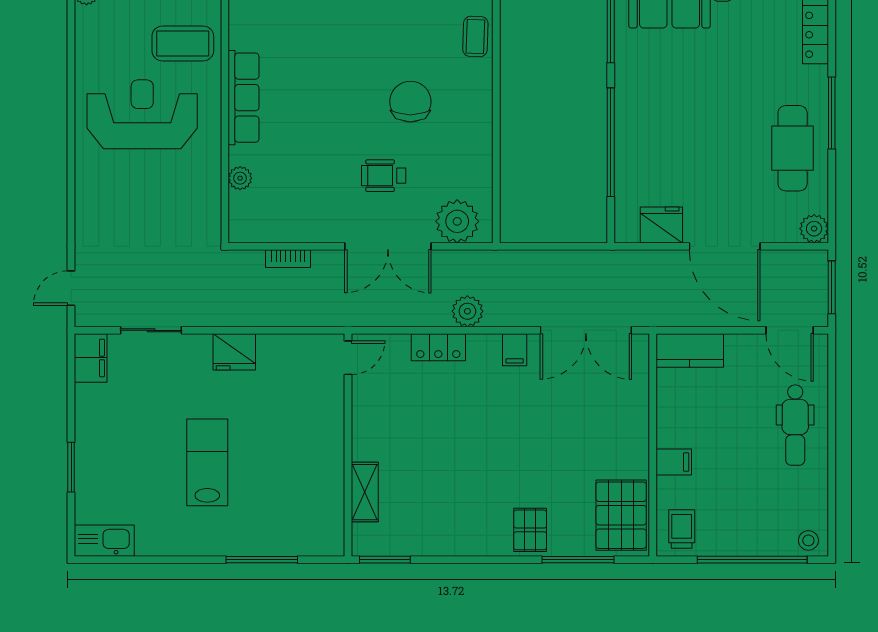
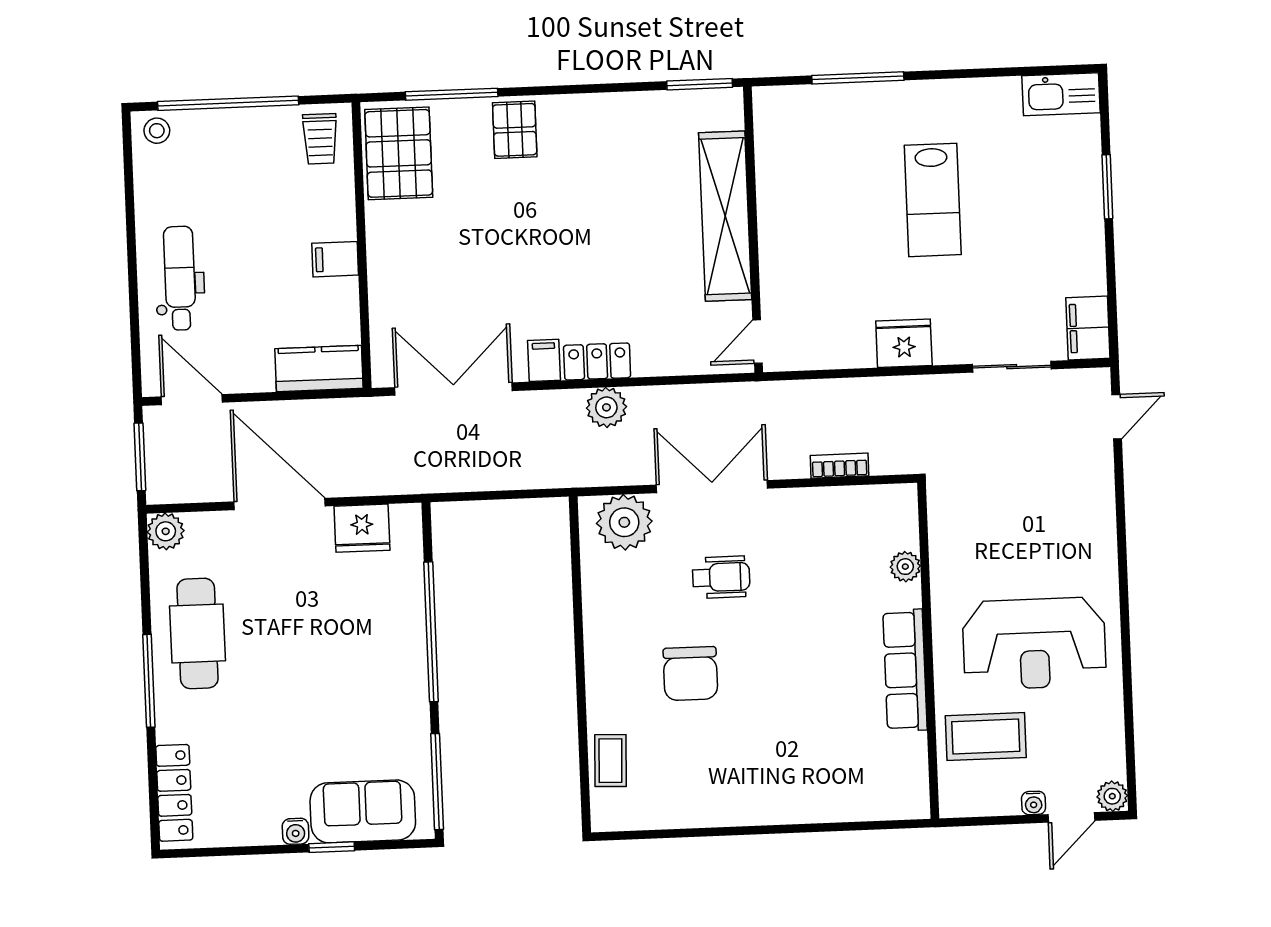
locker: (438, 347) -> (597, 361), moved
filing cabinet: (674, 462) -> (335, 259), moved
shelving: (365, 492) -> (725, 216), width x2.20, depth x1.33

